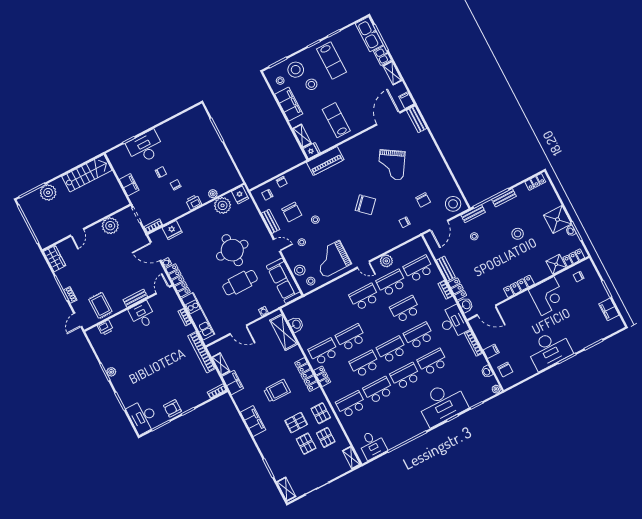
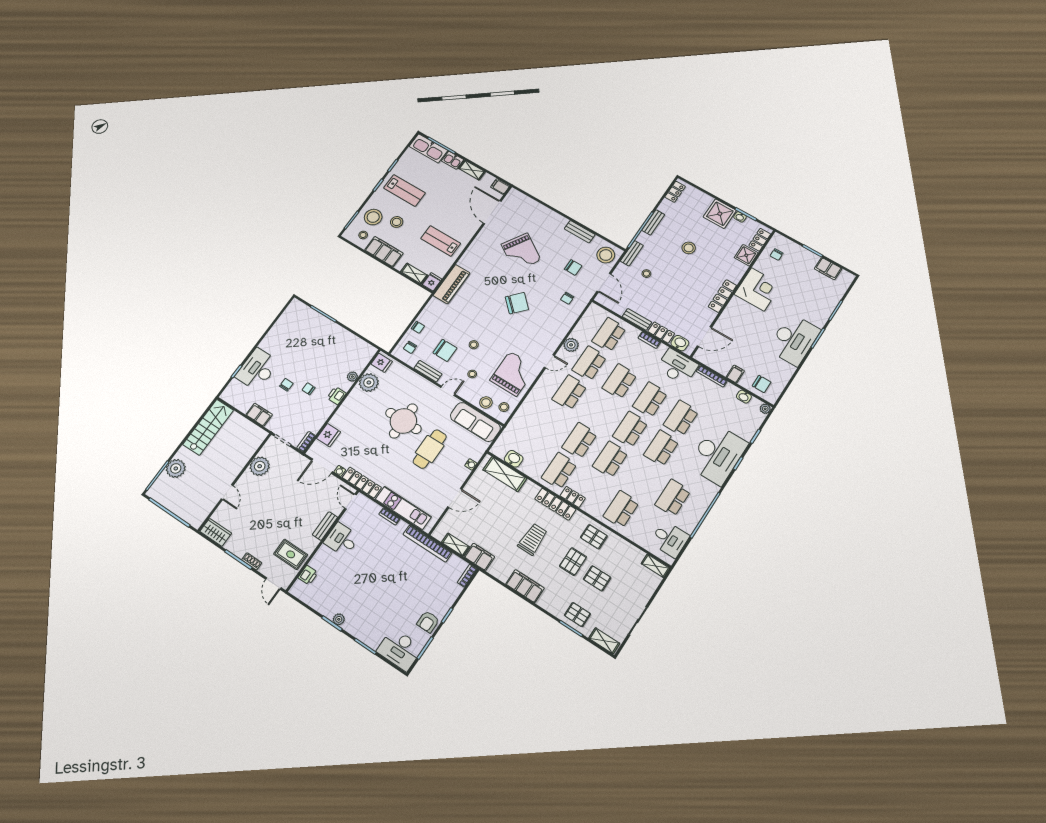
bench: (417, 119) -> (580, 232), moved
grand piano: (332, 259) -> (513, 374), turned 180
school desk: (378, 390) -> (673, 498), moved
pallet: (326, 437) -> (577, 615), moved

